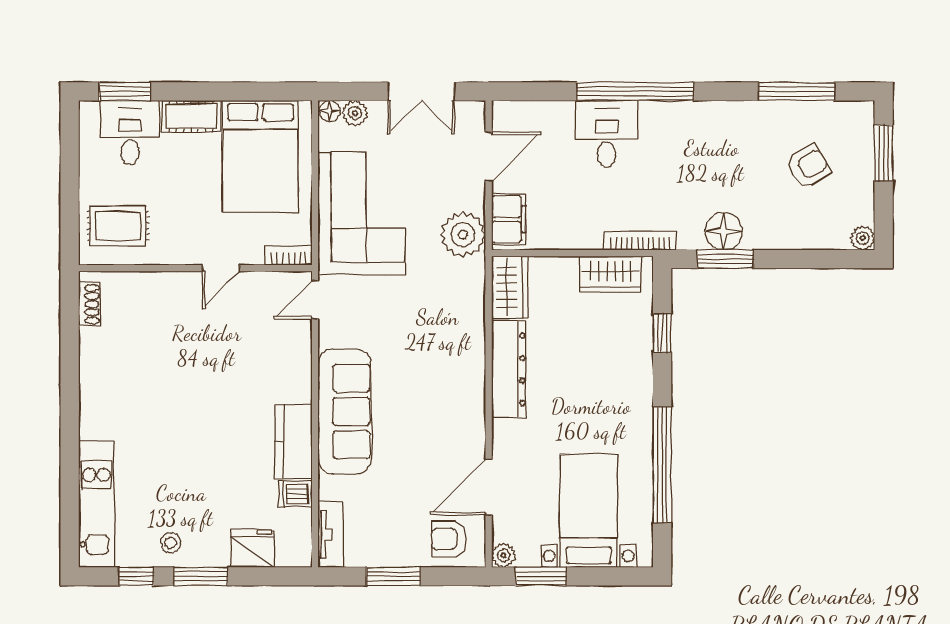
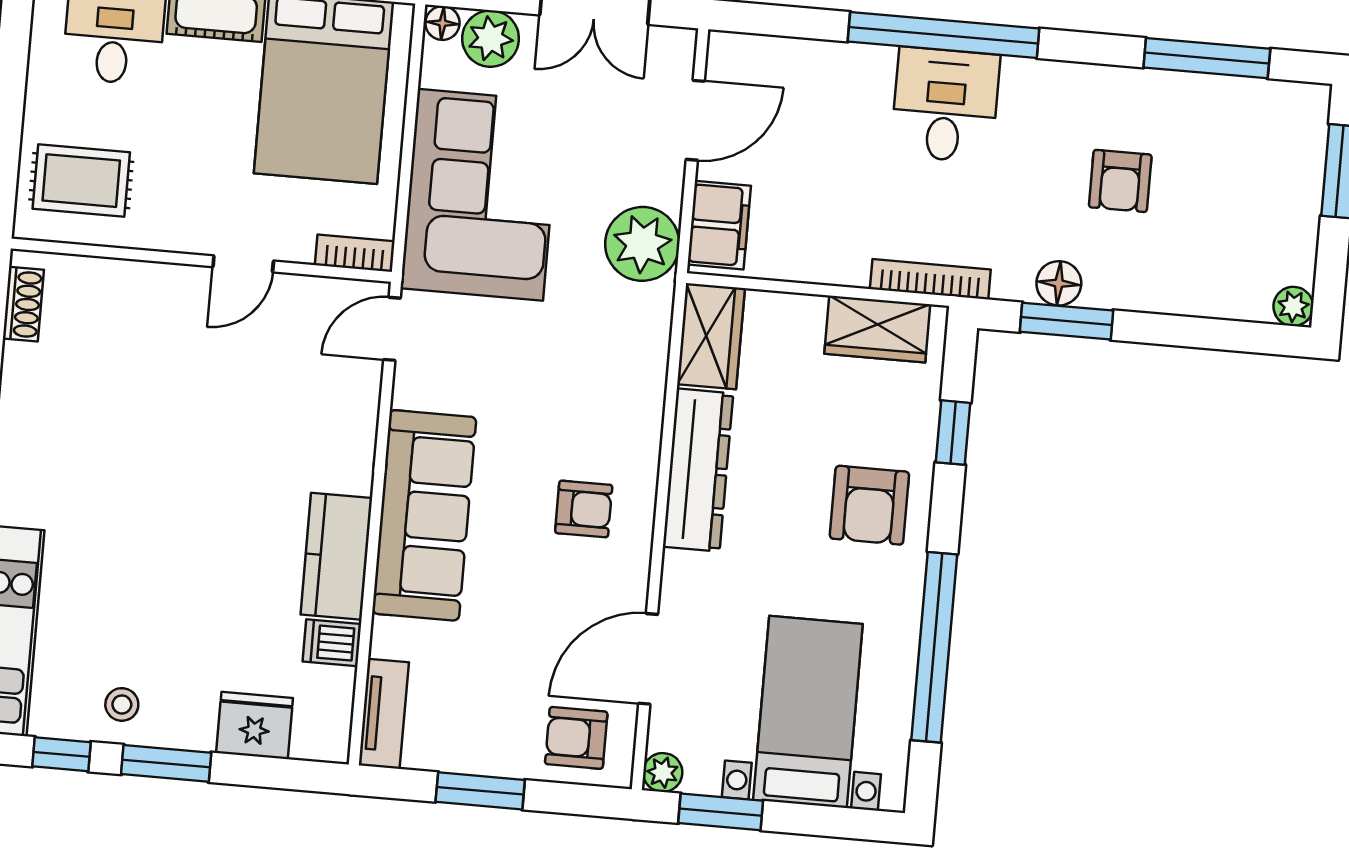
plant: (355, 113) -> (491, 39), width x1.38, depth x1.38
desk: (607, 134) -> (945, 105), moved
armchair: (808, 166) -> (1120, 181), moved, turned 121
floor lamp: (724, 231) -> (1059, 283), width x0.73, depth x0.73
armchair: (615, 382) -> (869, 505), added
armchair: (441, 399) -> (584, 509), added

